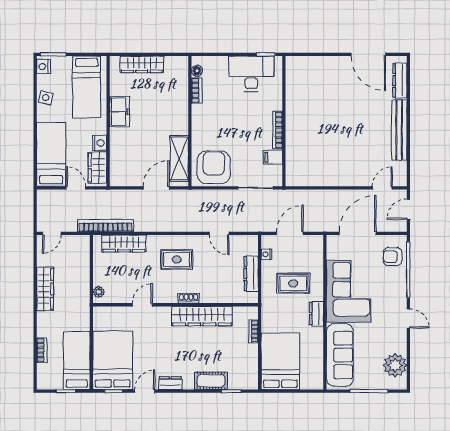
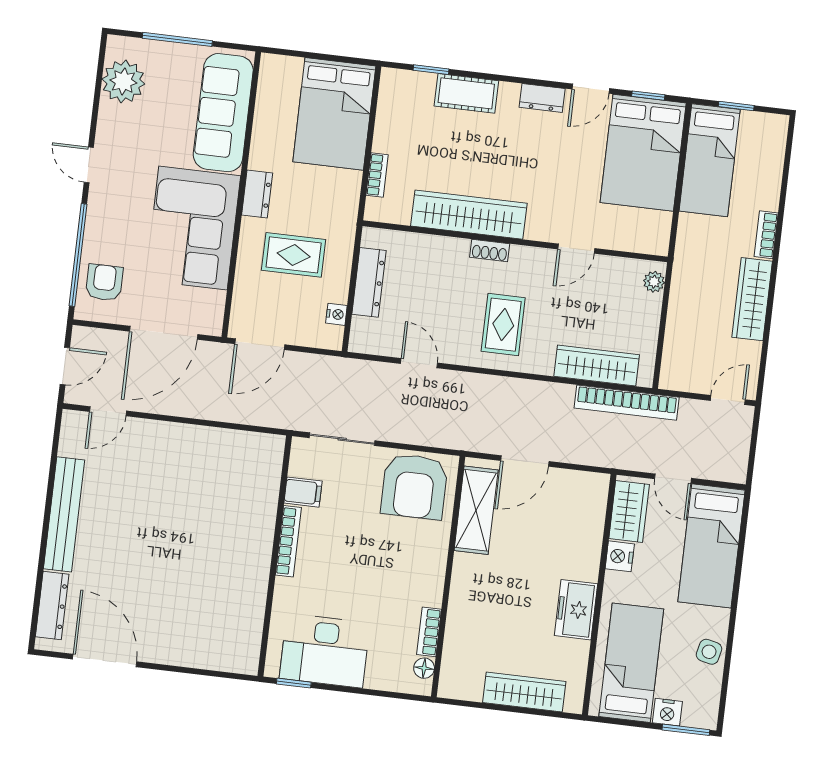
nightstand: (43, 67) -> (667, 712), moved, turned 90
door: (290, 233) -> (260, 344), moved
armchair: (393, 257) -> (104, 282), turned -90
rug: (177, 260) -> (503, 325), turned 90
bookcase: (42, 350) -> (766, 235), moved

